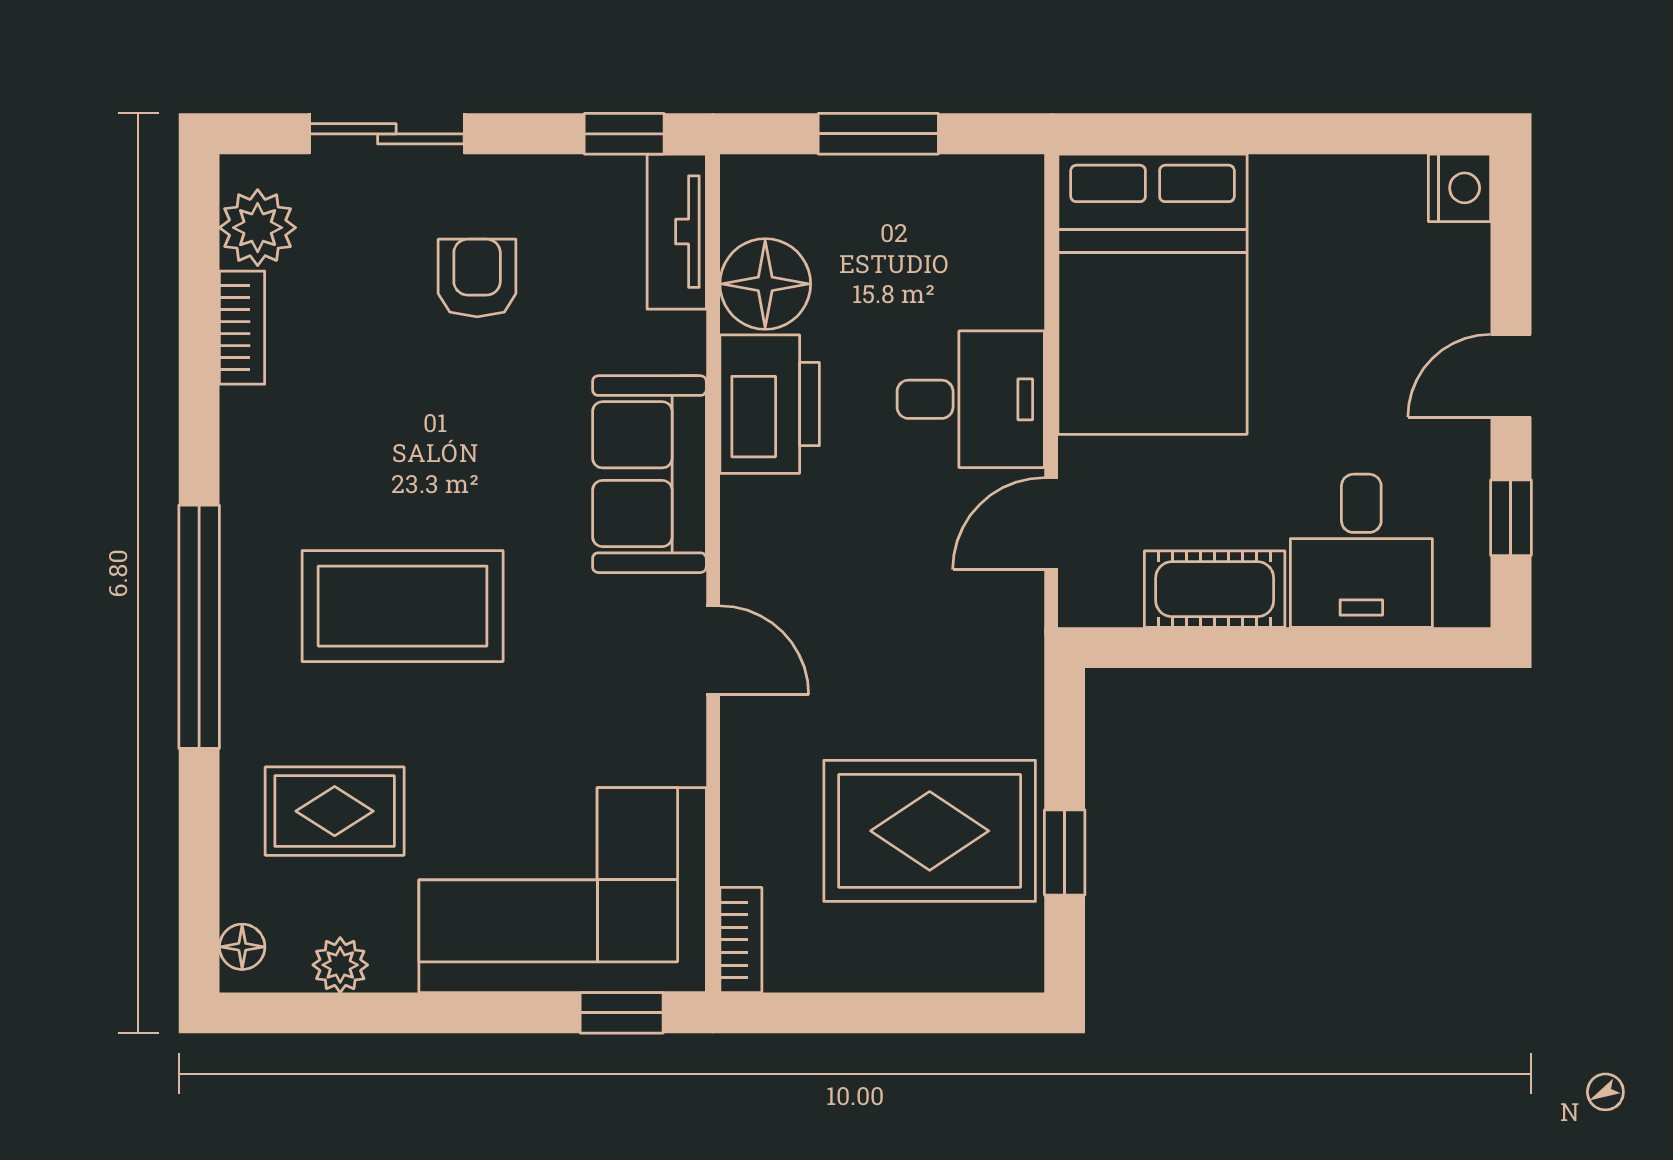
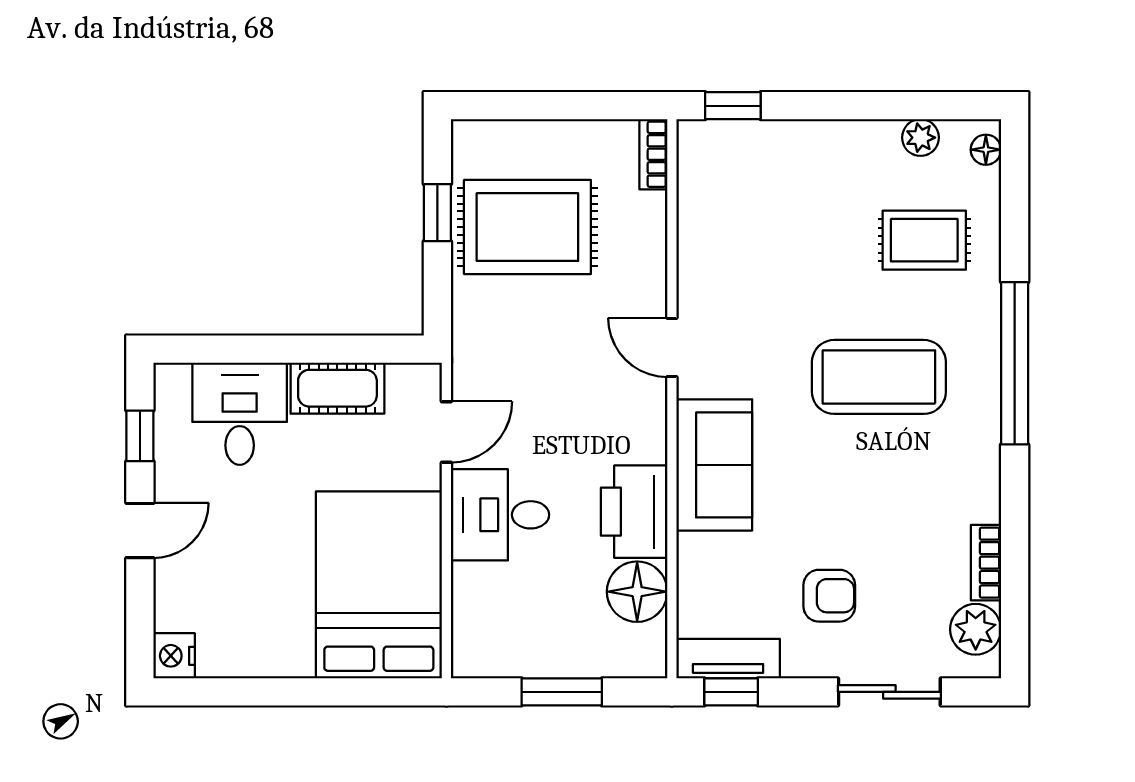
tv unit: (677, 232) -> (728, 659), moved, turned -90
armchair: (477, 278) -> (829, 596), turned -90
corner sofa: (563, 890) -> (772, 188), removed

